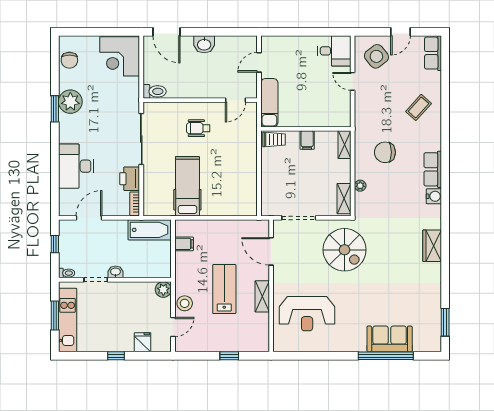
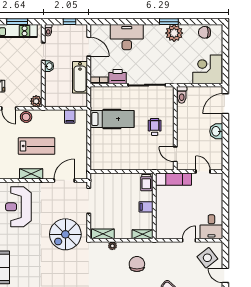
bathtub: (150, 230) -> (80, 77), moved

